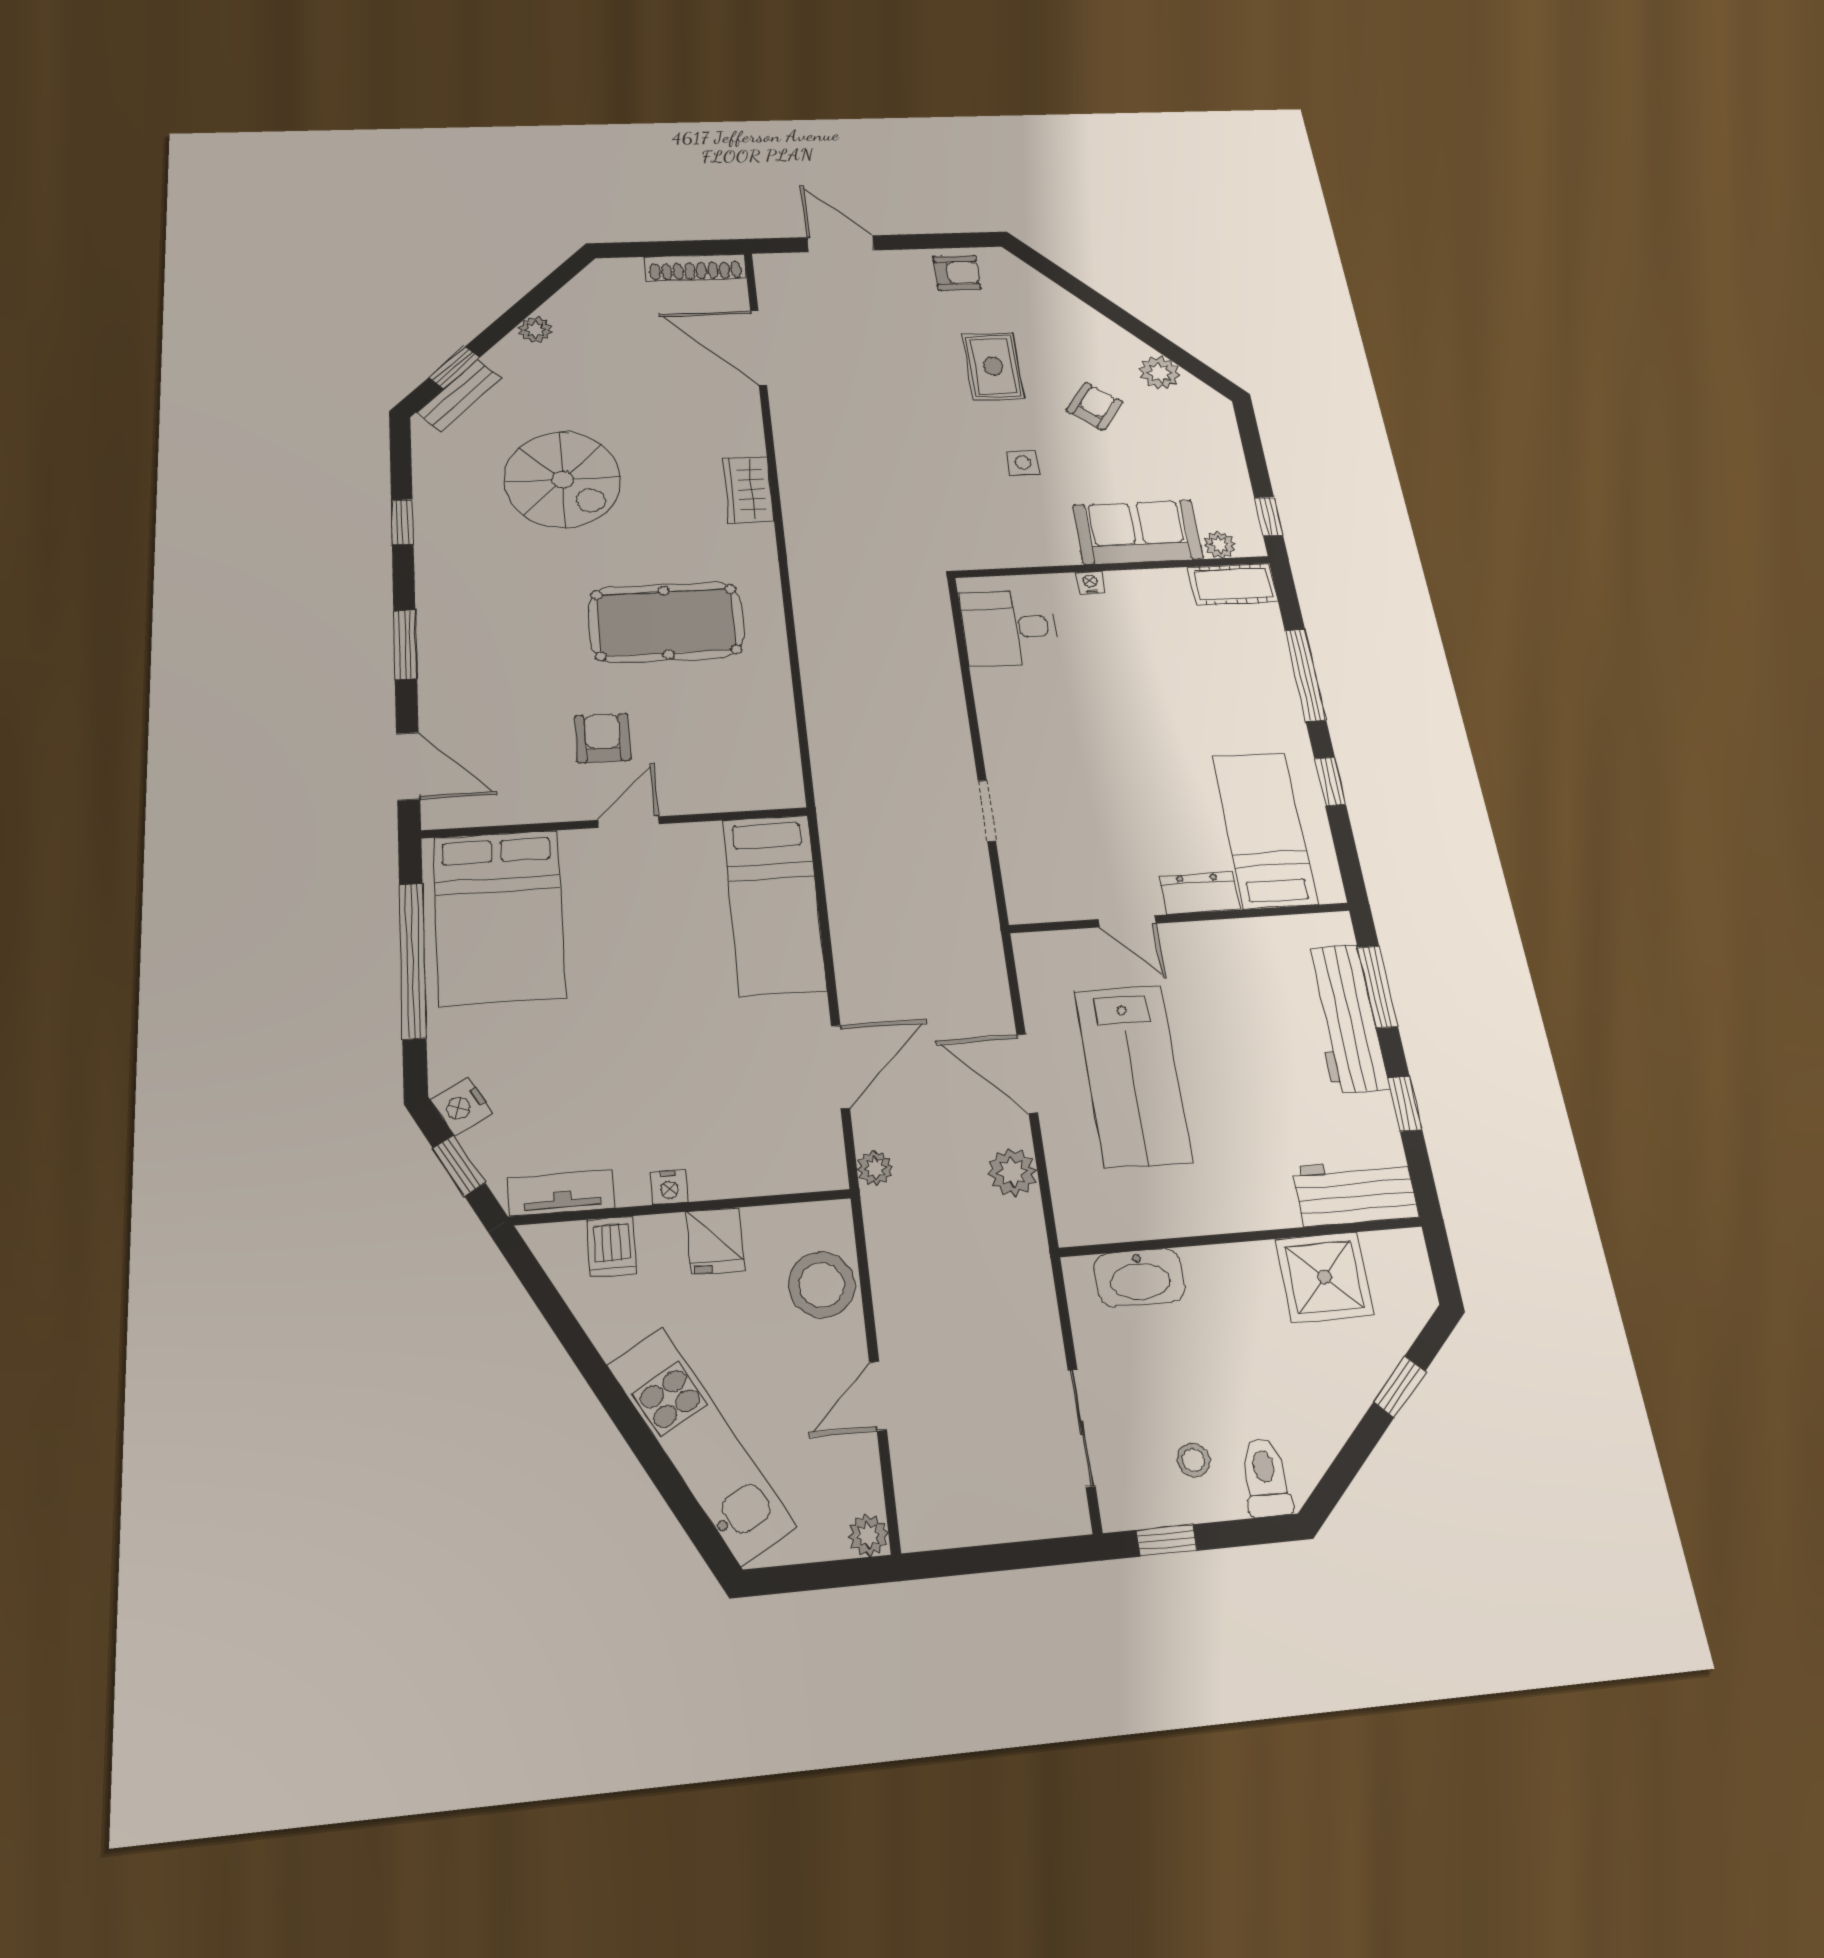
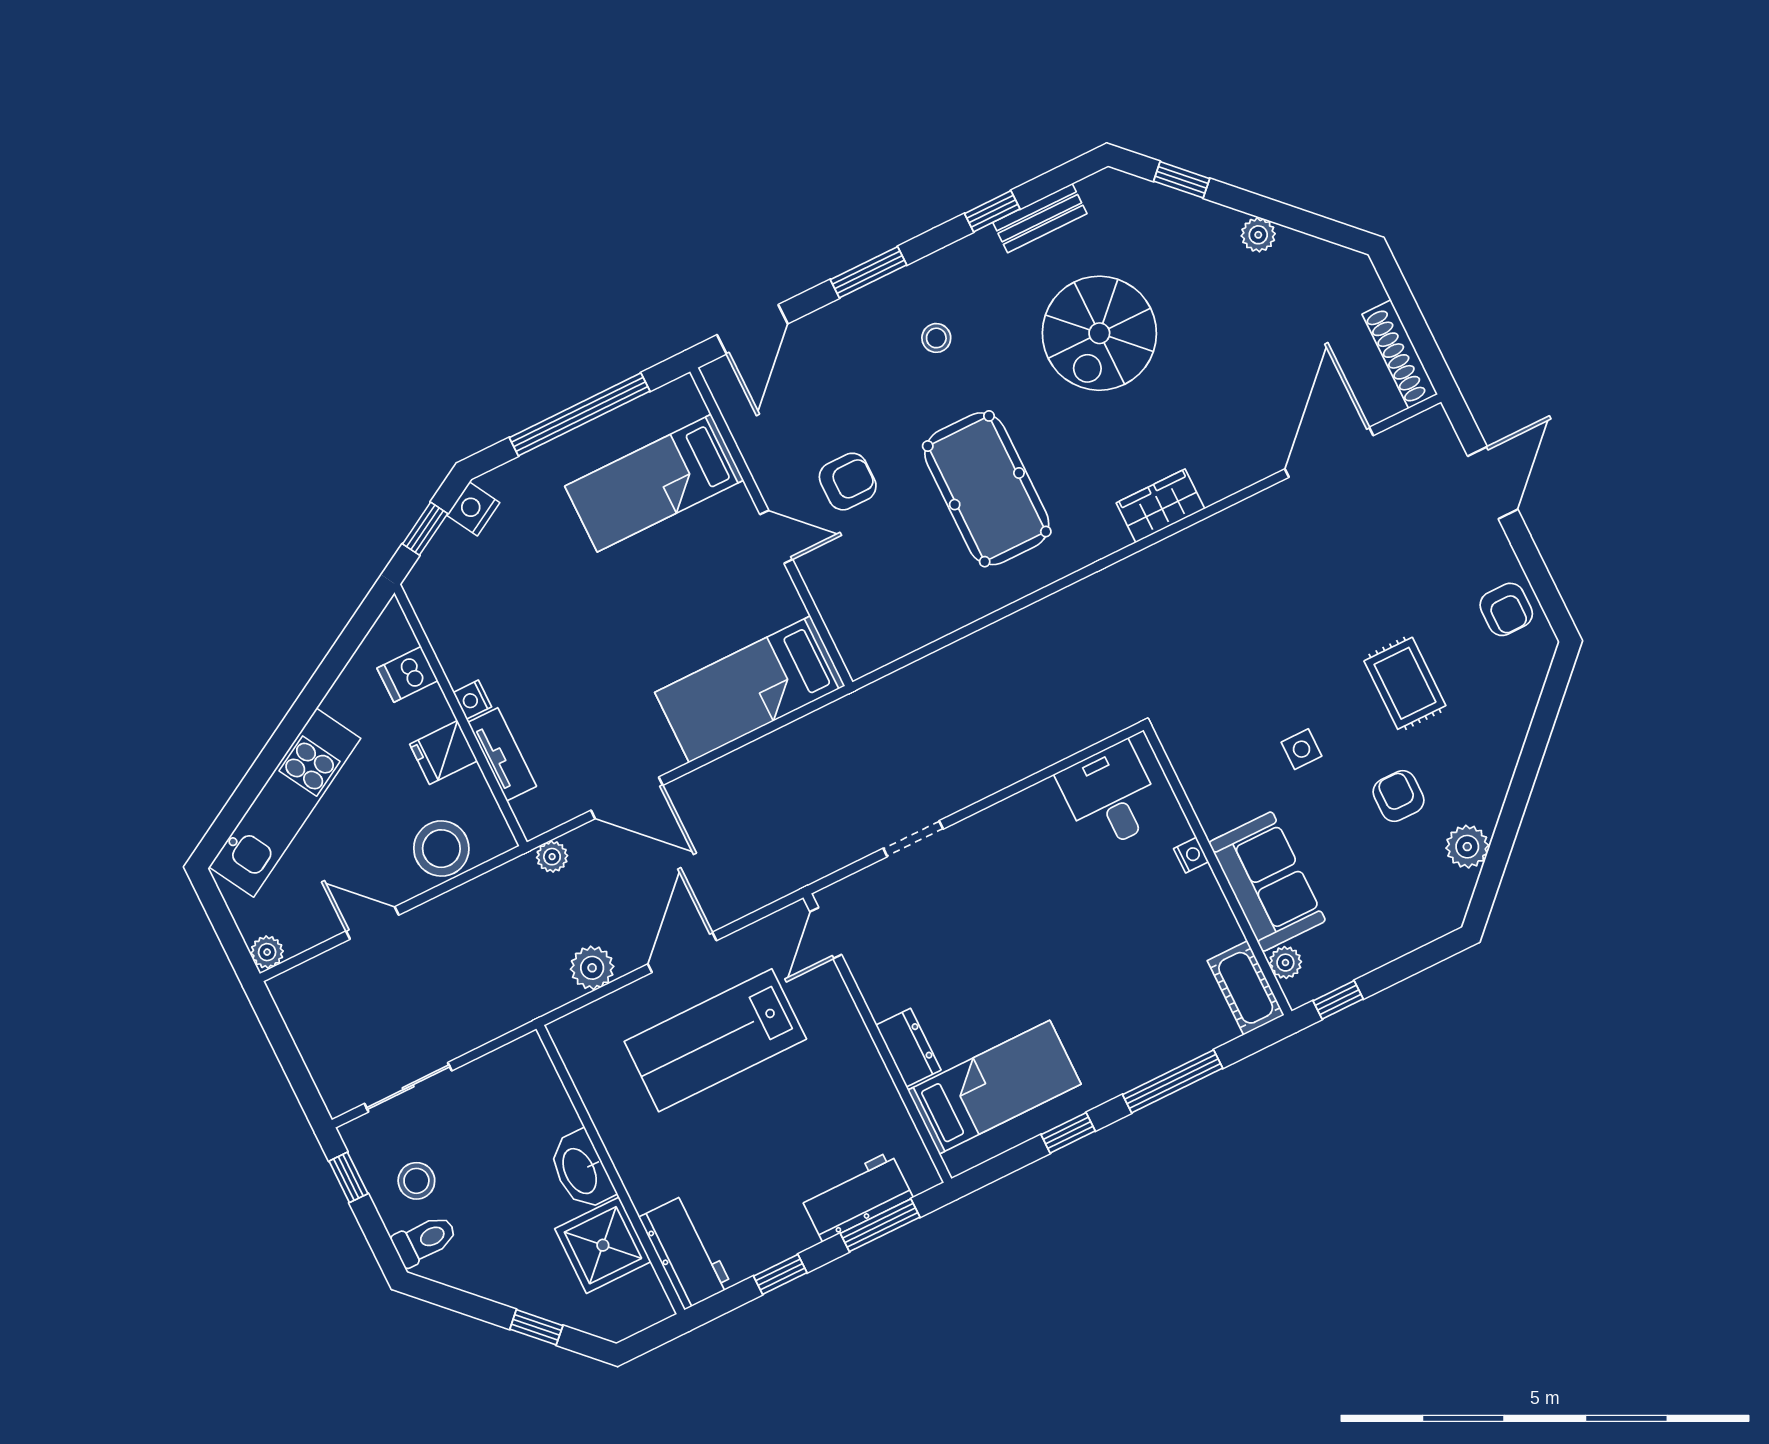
rug: (993, 366) -> (1405, 683), turned 90
bench: (459, 395) -> (1040, 218), moved, turned -45
armchair: (1095, 406) -> (1399, 796), turned -127
stool: (499, 611) -> (936, 338), added
bed: (499, 917) -> (654, 483), width x0.67
door: (1127, 921) -> (826, 933), moved
workbench: (1345, 1018) -> (856, 1197), width x0.73
tv unit: (562, 1193) -> (502, 754), moved
washbasin: (1140, 1278) -> (581, 1170), moved
stool: (1193, 1460) -> (416, 1181), width x1.37, depth x1.37

